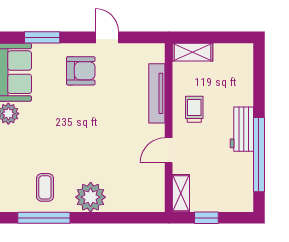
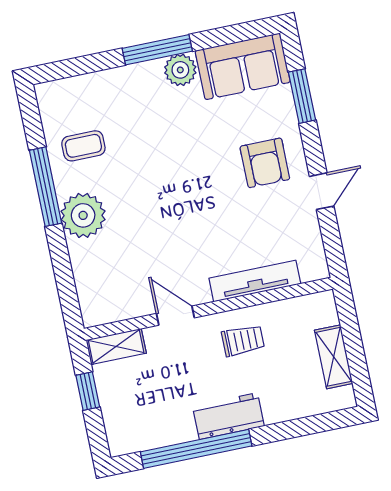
shelving: (192, 52) -> (334, 357), moved
window: (44, 218) -> (46, 187), moved

